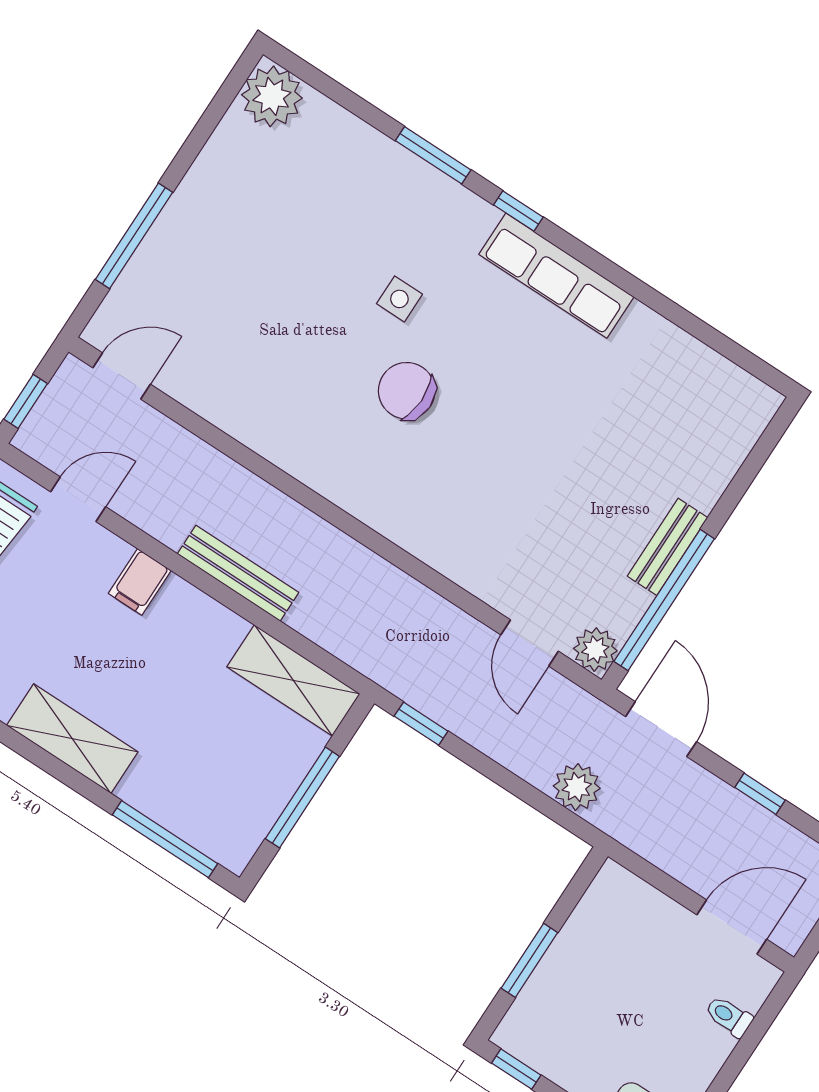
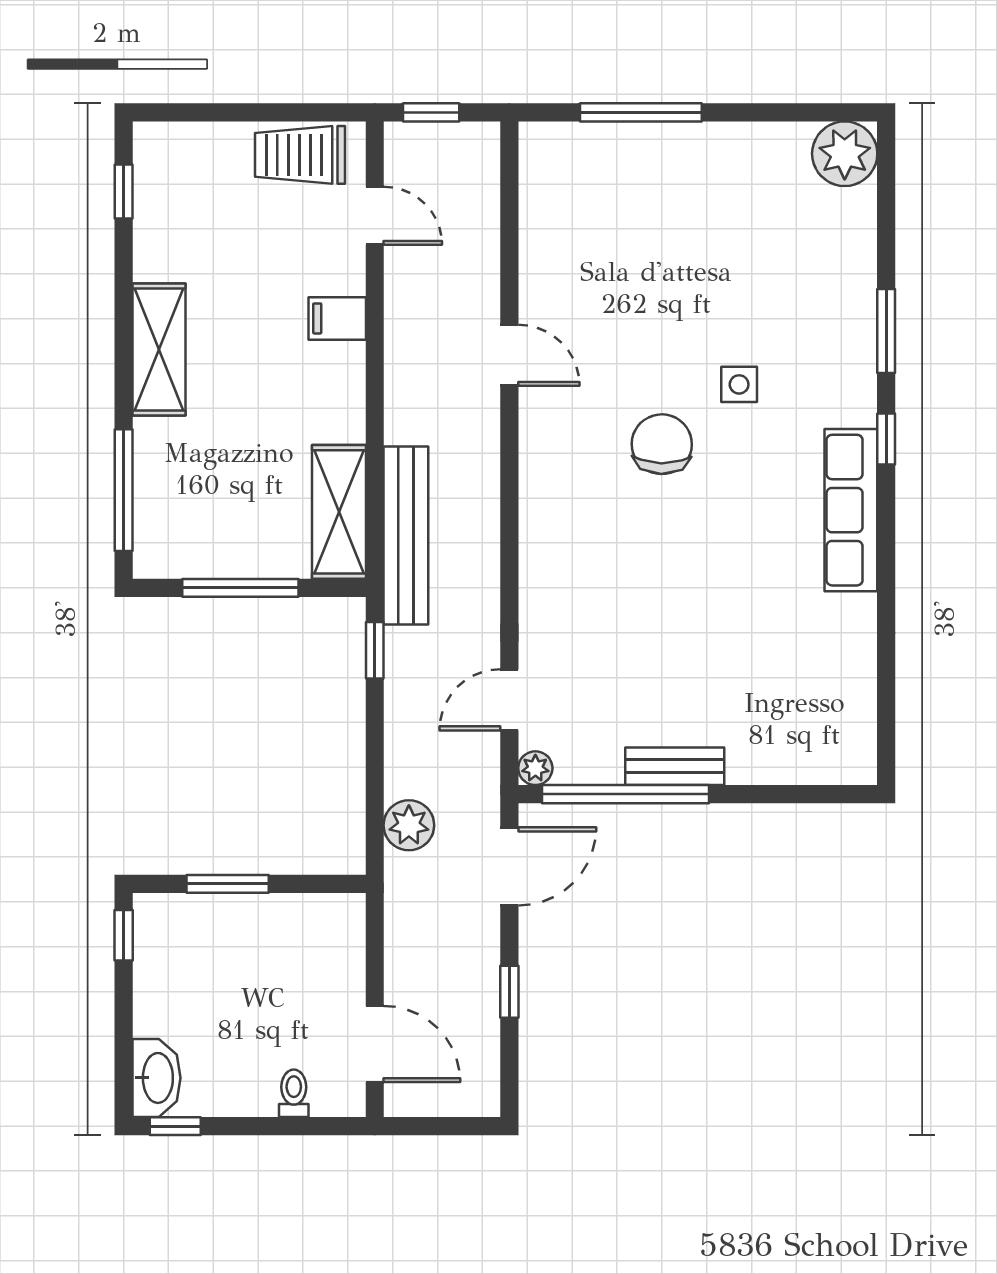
door: (122, 376) -> (509, 355), moved
bench: (238, 573) -> (406, 535), moved, width x1.37, depth x1.21
plant: (595, 650) -> (535, 768), width x0.73, depth x0.73

